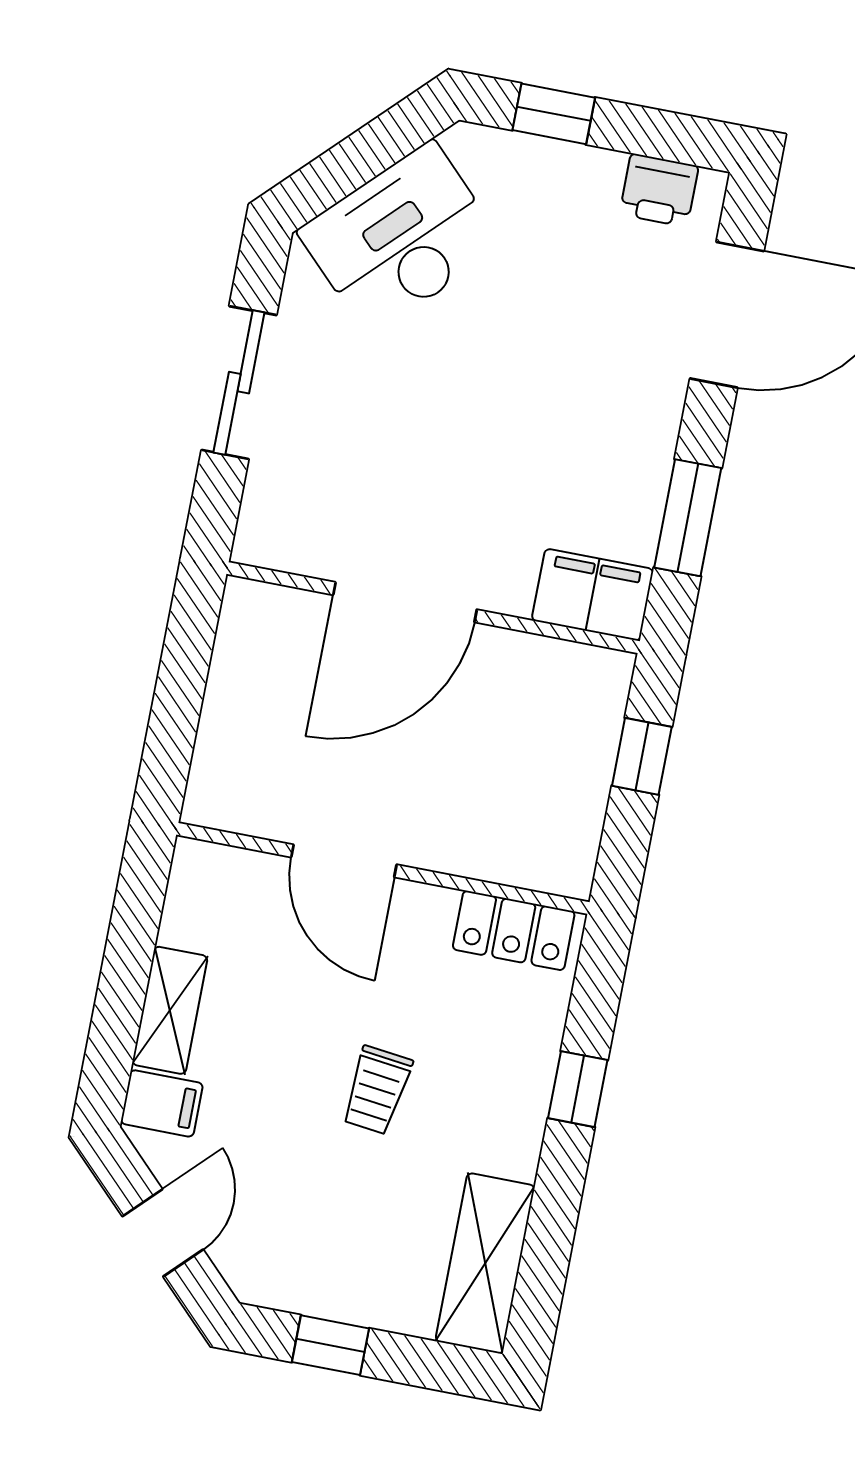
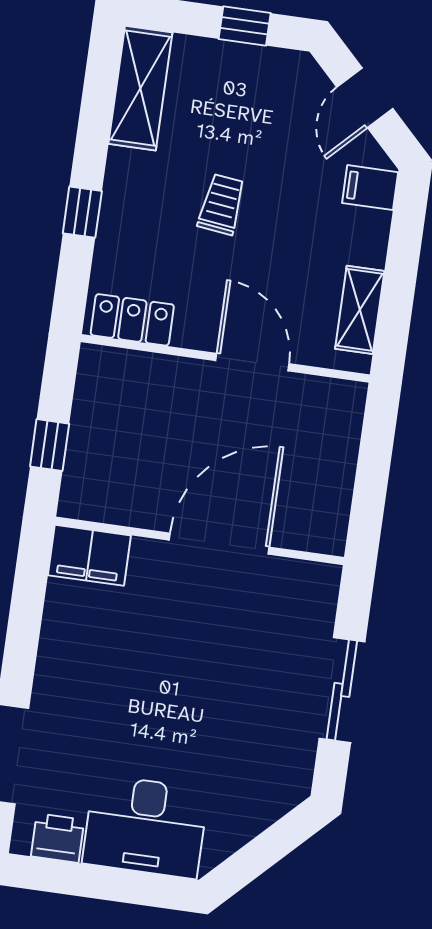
window: (554, 114) -> (133, 887), removed
desk: (401, 238) -> (145, 826), moved, turned 45
window: (688, 518) -> (26, 612), removed
shelving: (170, 1010) -> (360, 310), moved

